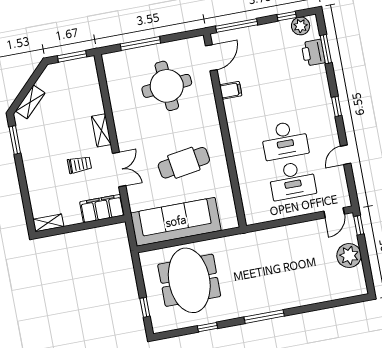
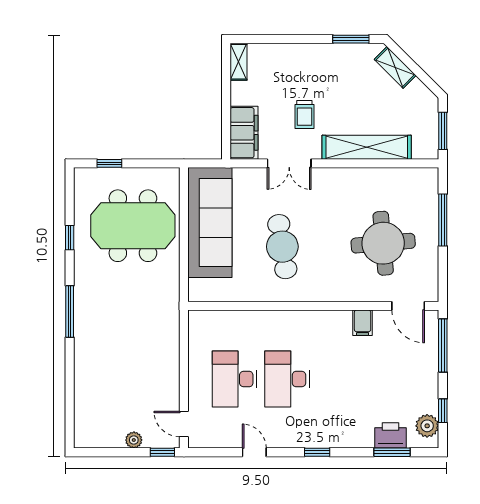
shelving: (101, 130) -> (367, 147), width x2.20, depth x1.33
plant: (349, 255) -> (134, 440), width x0.53, depth x0.53

